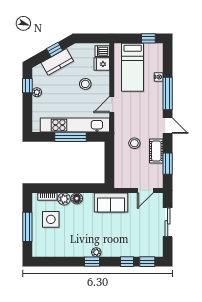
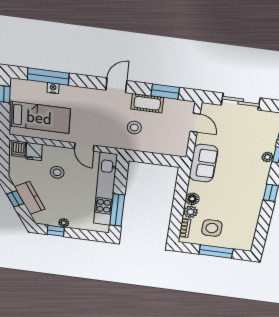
window: (168, 94) -> (48, 77), moved
window: (71, 137) -> (117, 210), moved
plant: (96, 252) -> (267, 157), moved

